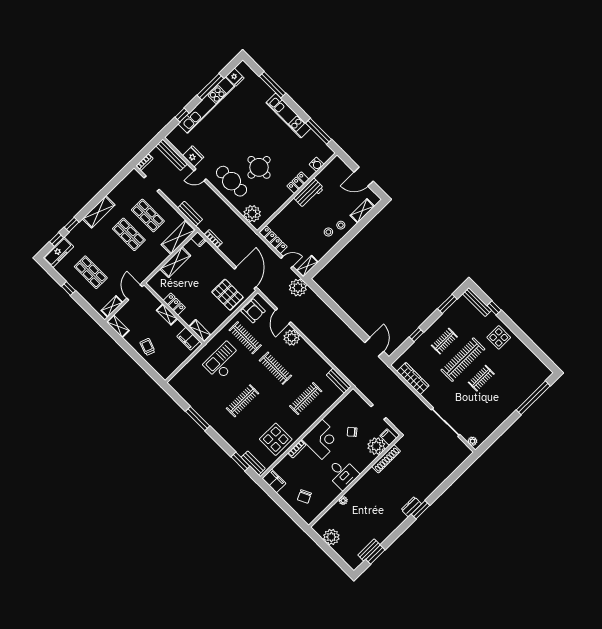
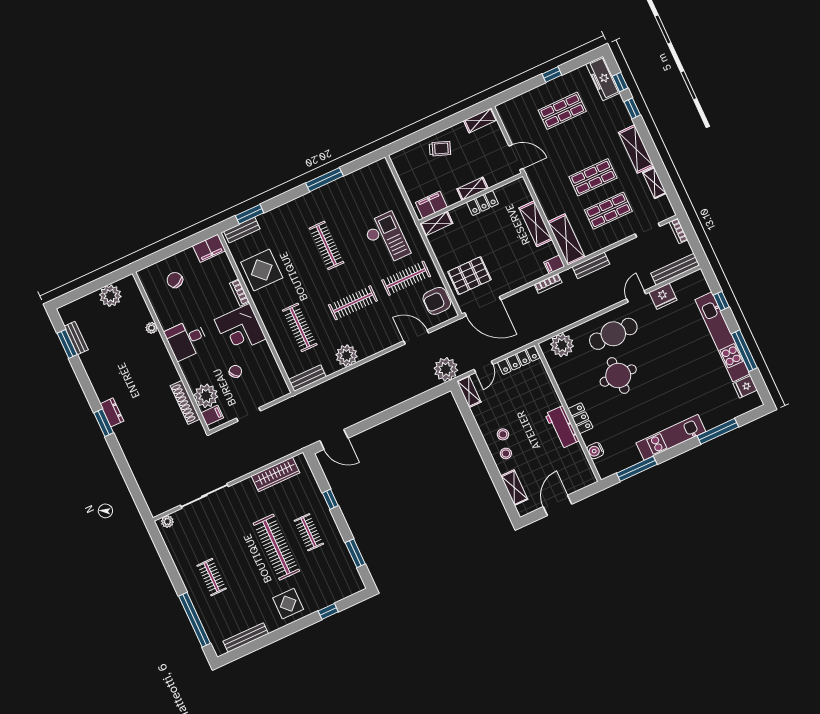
bench: (477, 302) -> (246, 637), moved
shelving: (112, 306) -> (654, 183), moved
plant: (292, 338) -> (347, 356), moved
clothes rail: (481, 378) -> (212, 577), moved

